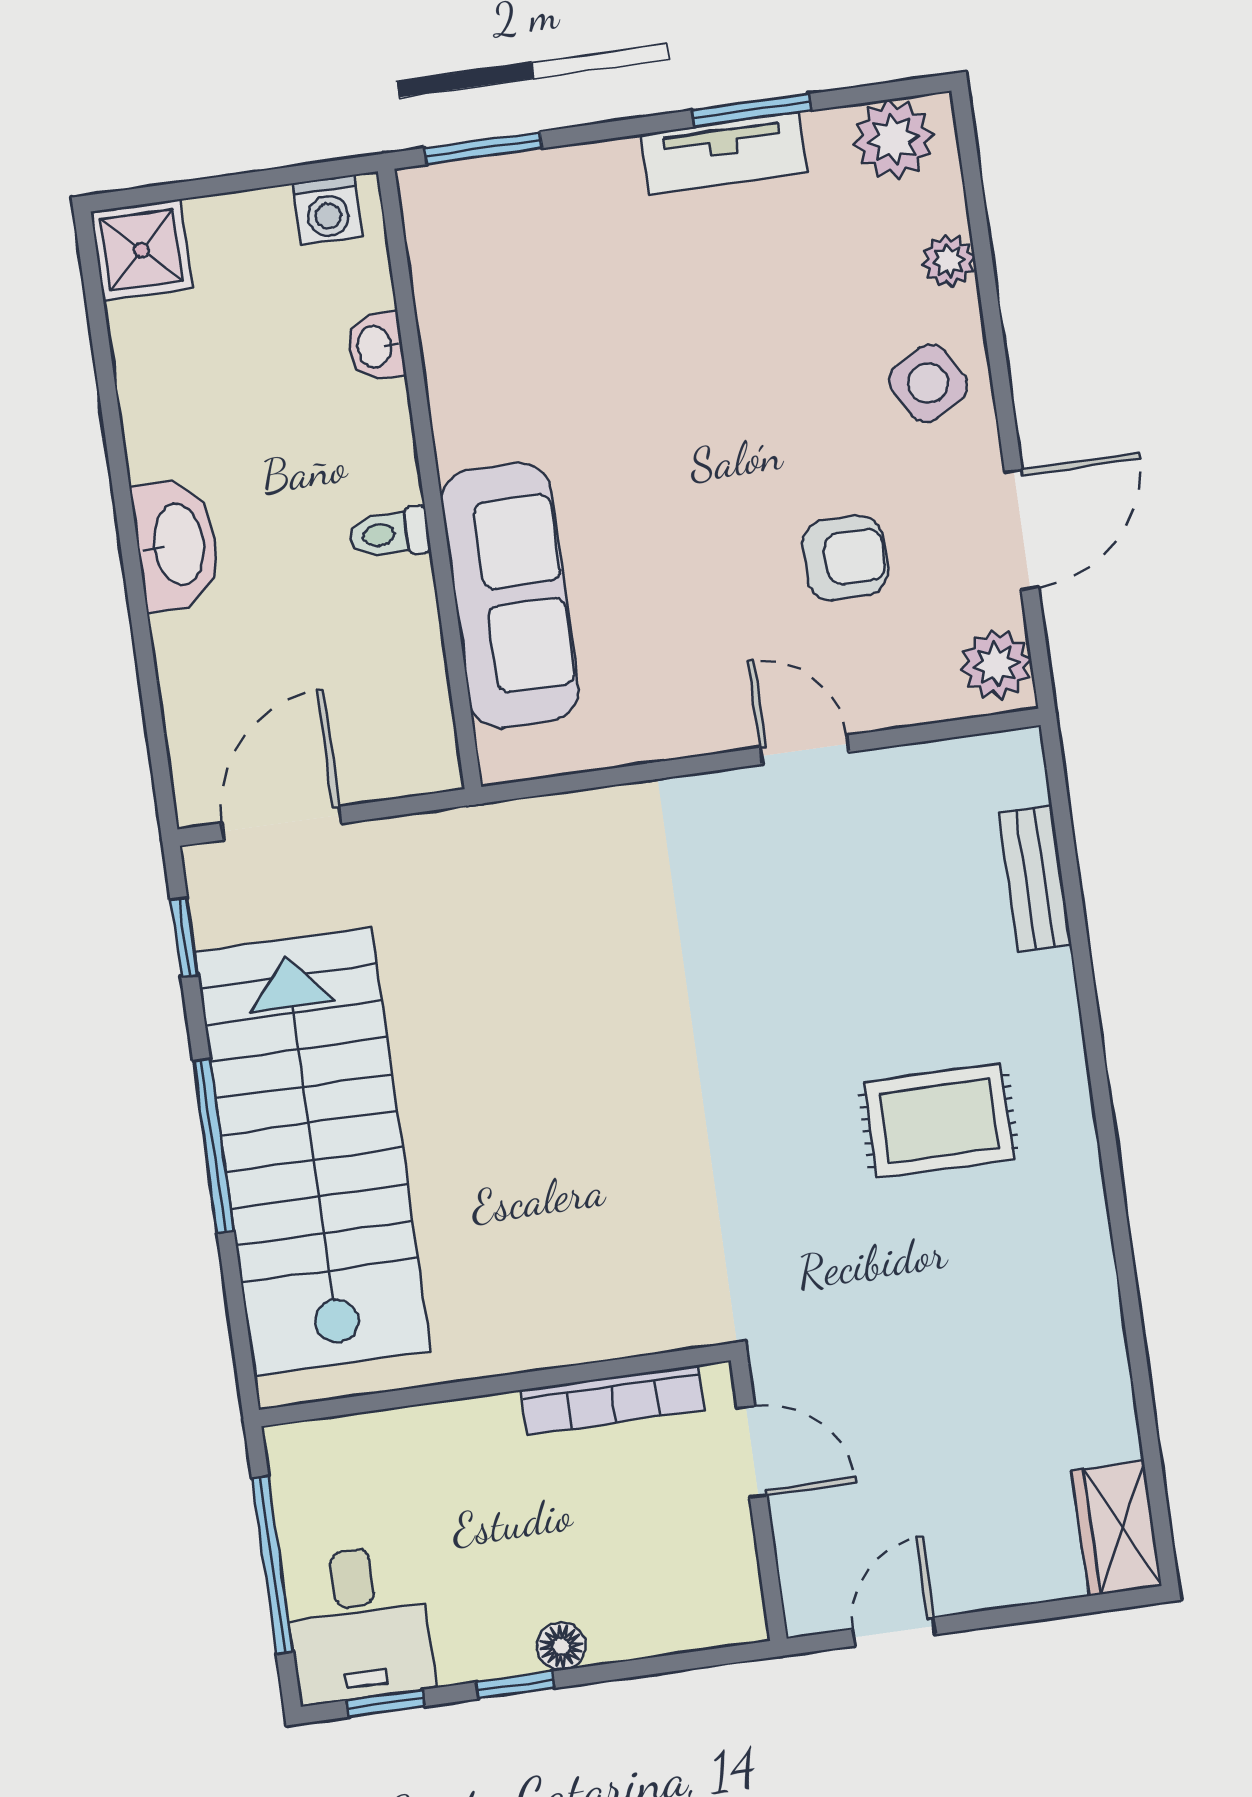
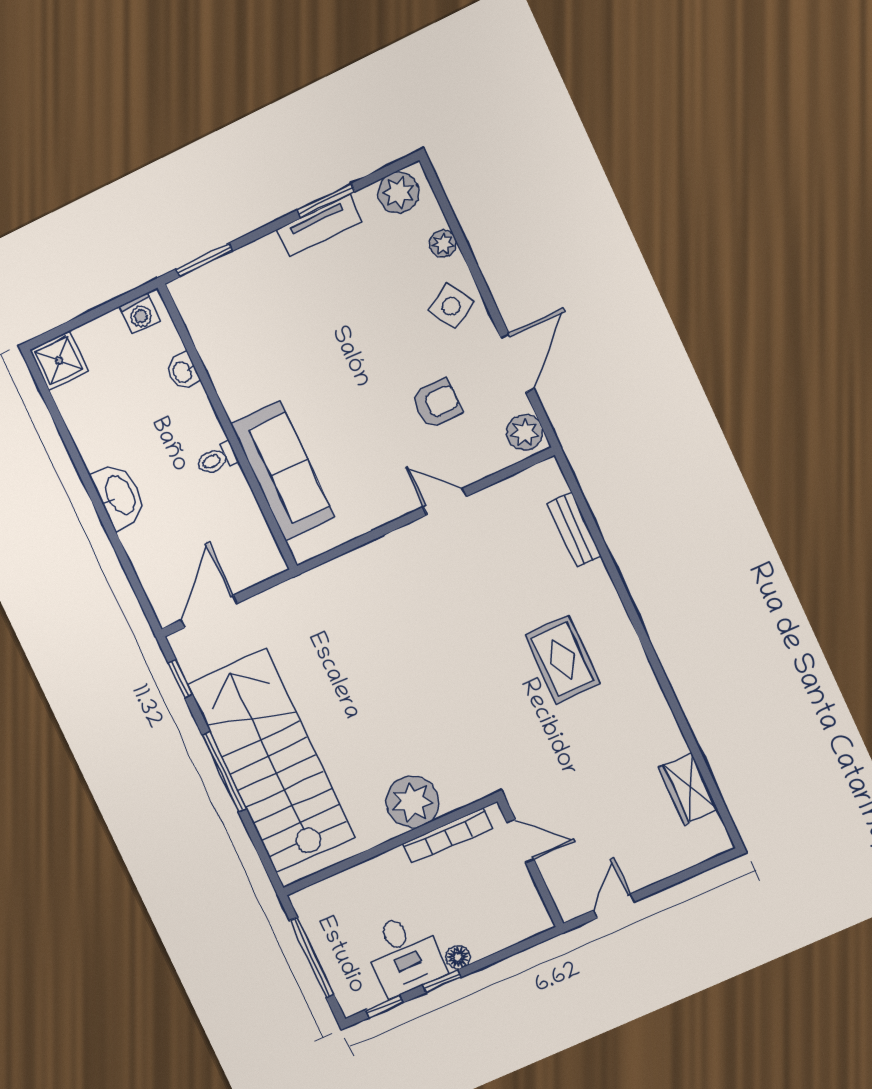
rug: (939, 1121) -> (562, 659), turned 90
plant: (565, 1313) -> (412, 802), added
wardrobe: (1117, 1528) -> (688, 789), moved
desk: (358, 1624) -> (404, 954), moved

